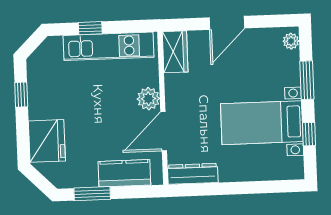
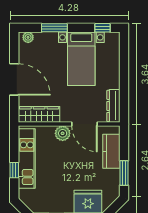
door: (227, 23) -> (14, 79), width x1.36
wardrobe: (175, 52) -> (39, 114), width x1.50
window: (309, 134) -> (102, 28), moved

